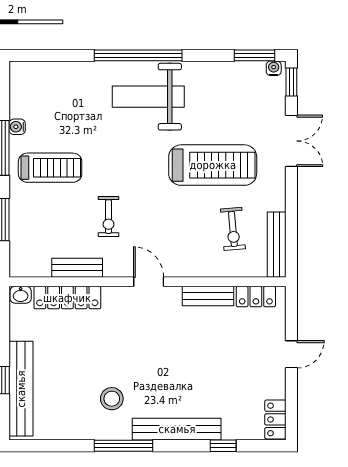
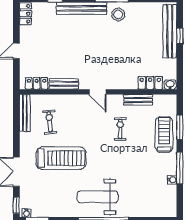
weight bench: (148, 97) -> (98, 197), turned 180
treadmill: (213, 165) -> (61, 158), turned 180
treadmill: (50, 168) -> (164, 135), moved, turned 90
locker: (67, 298) -> (150, 83), width x0.66
stool: (112, 399) -> (118, 14), moved

